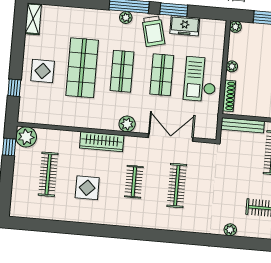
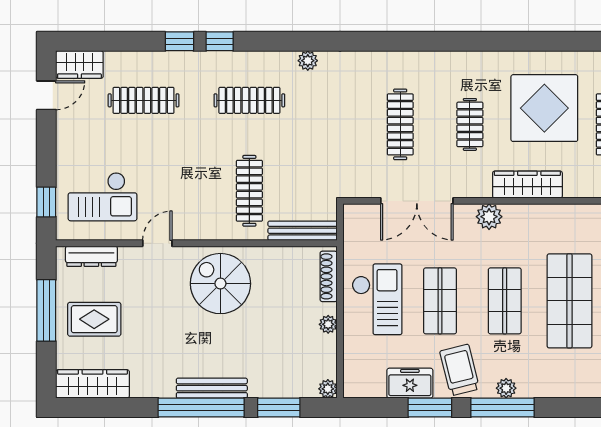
display table: (87, 188) -> (544, 108), width x1.86, depth x1.86

